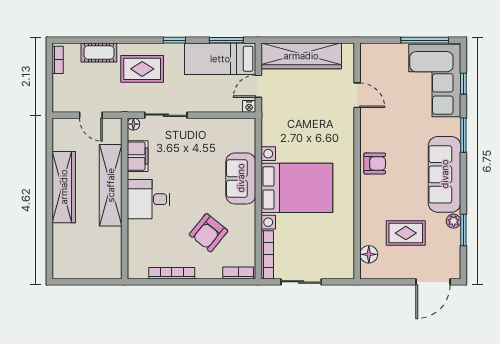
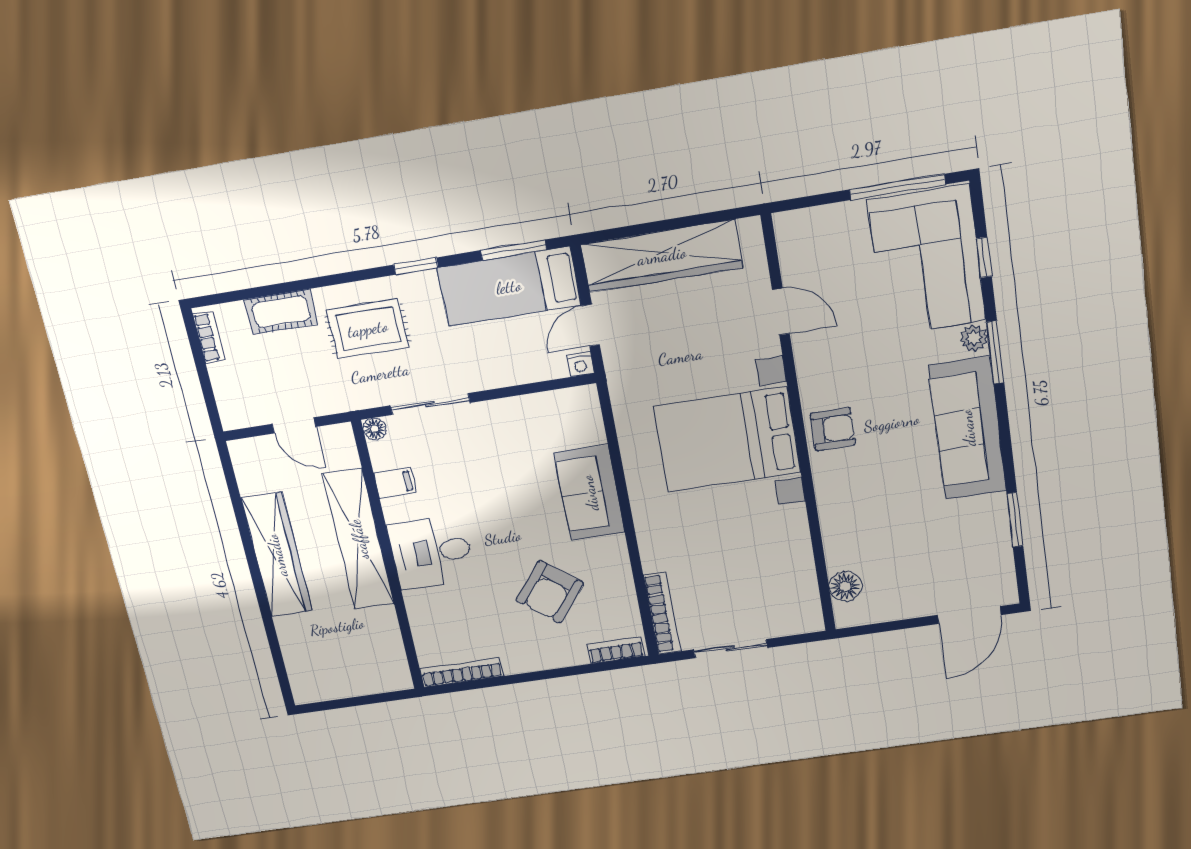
filing cabinet: (138, 156) -> (395, 483), width x0.50
bed with nightstands: (297, 188) -> (727, 440), moved, turned 180
plant: (454, 221) -> (974, 338), moved
rug: (406, 233) -> (908, 541), removed
bookcase: (172, 273) -> (462, 672), moved

